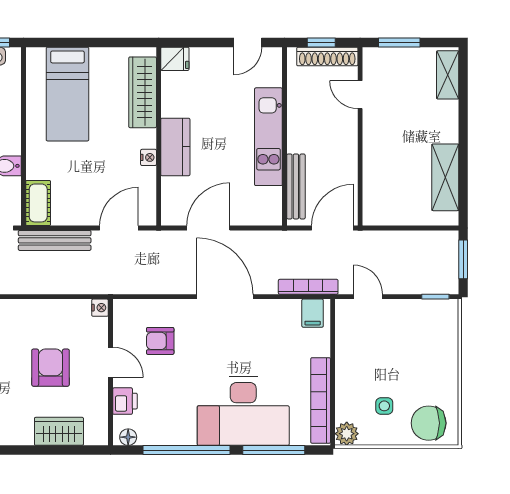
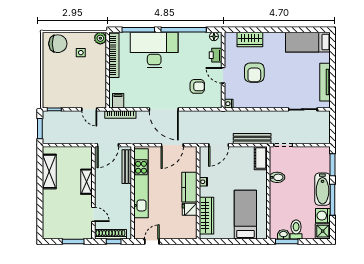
fridge: (175, 59) -> (190, 209), moved
shelving: (448, 75) -> (87, 182), moved
kitchen unit: (268, 137) -> (141, 183), width x1.36

